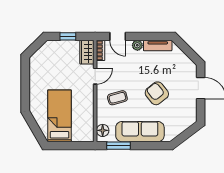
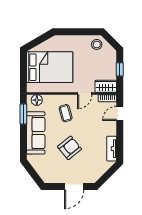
plant: (137, 45) -> (112, 131), removed
stool: (40, 62) -> (97, 44), added
door: (95, 76) -> (85, 94), hinge flipped
bed: (60, 116) -> (50, 67), width x1.50

